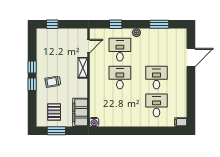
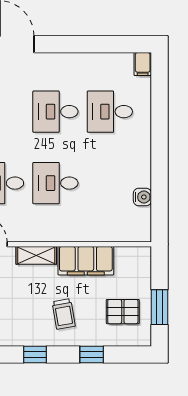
window: (32, 84) -> (92, 354), moved
filing cabinet: (80, 112) -> (86, 261), moved
water cooler: (94, 122) -> (142, 197), moved

